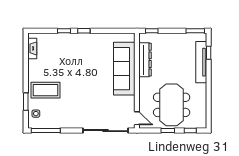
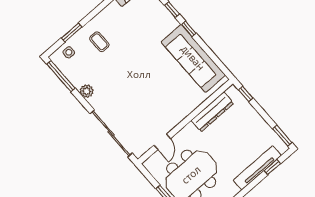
sofa: (124, 69) -> (193, 58), moved, turned -90
coffee table: (45, 90) -> (99, 42), width x0.54, depth x0.58
door: (137, 118) -> (162, 142), moved
plant: (68, 123) -> (87, 91), added

